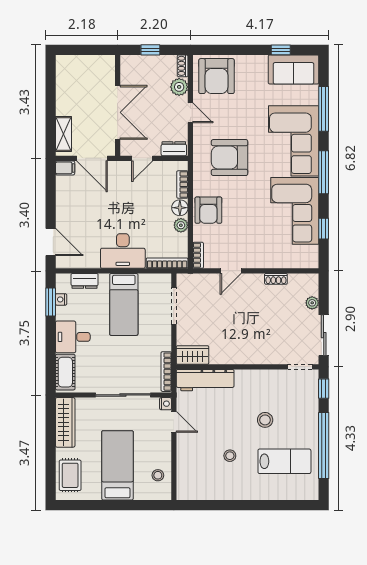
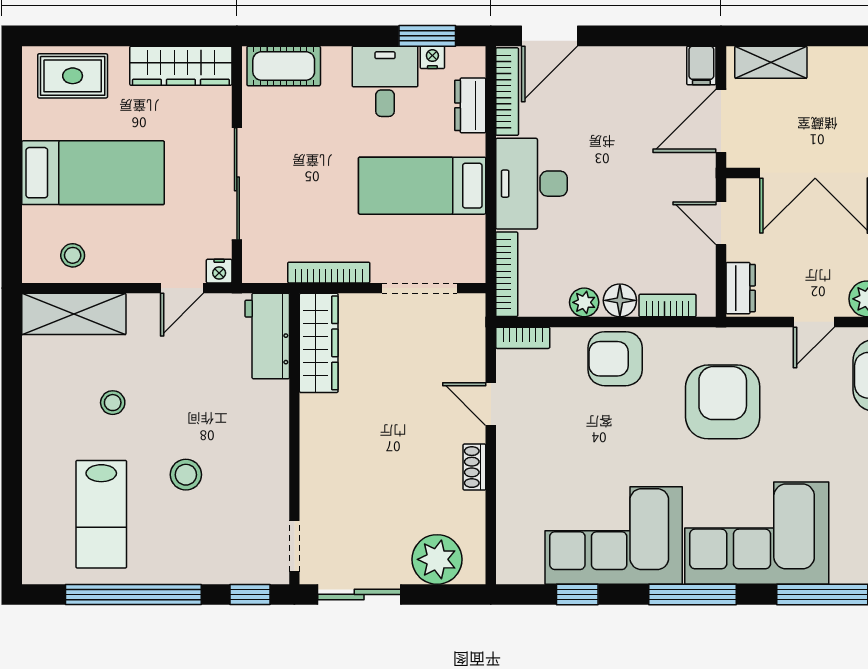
bookcase: (78, 263) -> (507, 92), added
shoe rack: (276, 279) -> (474, 467), moved
plant: (312, 303) -> (437, 559), width x1.87, depth x1.87
desk: (73, 337) -> (385, 81), moved
wardrobe: (193, 355) -> (319, 343), width x1.50
bookcase: (166, 372) -> (329, 273), moved
workbench: (205, 380) -> (267, 336), width x0.73
shelving: (187, 475) -> (74, 314), added

